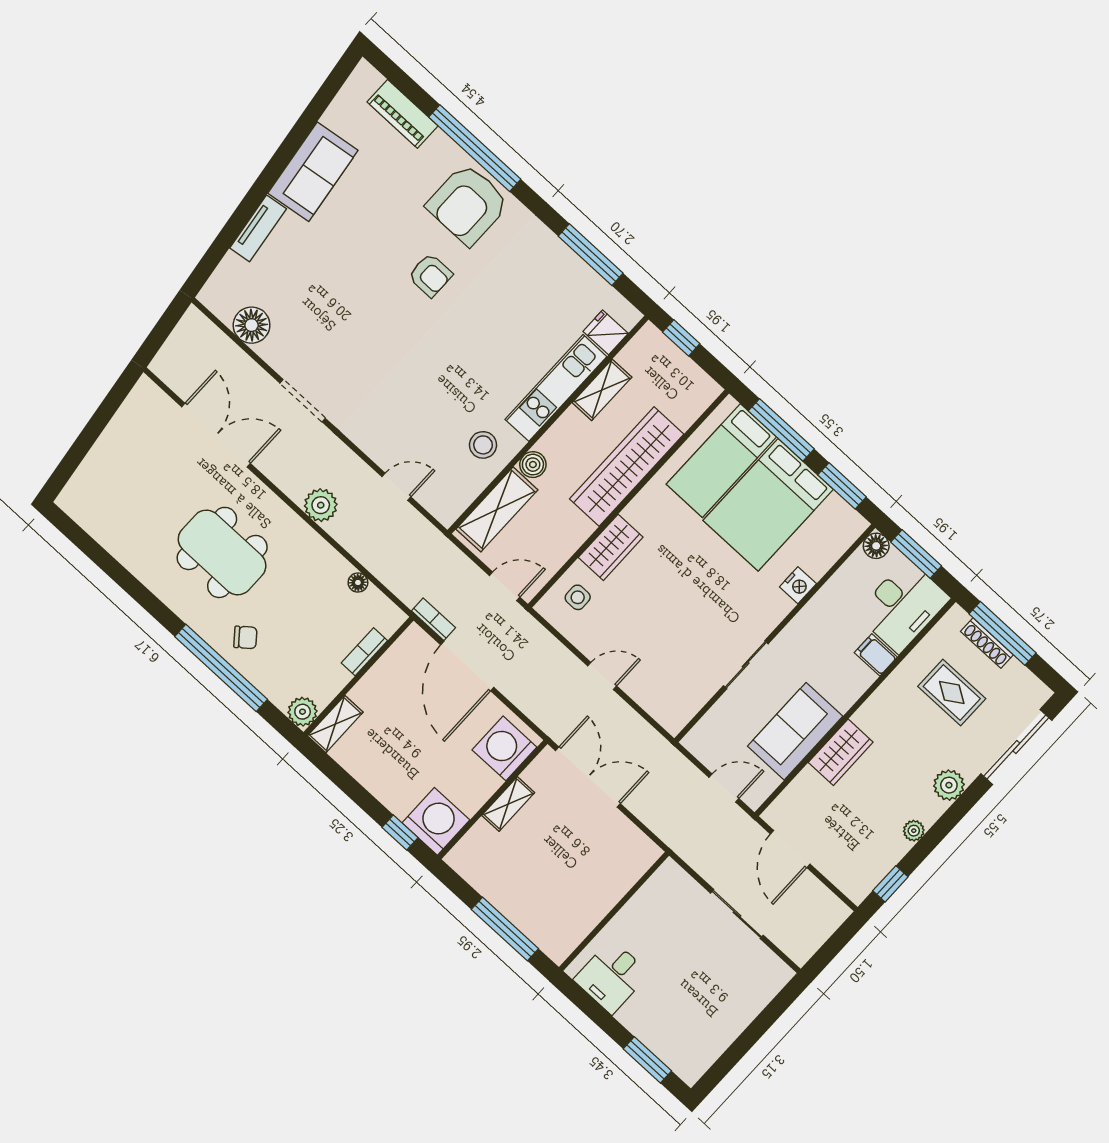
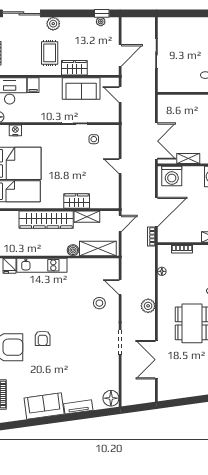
armchair: (430, 275) -> (43, 338), turned 180
floor lamp: (252, 325) -> (111, 398), moved
shelving: (602, 390) -> (87, 217), moved
stool: (483, 445) -> (99, 303), moved
nightstand: (798, 585) -> (15, 130), moved
door: (505, 586) -> (120, 223), swing flipped
side table: (578, 597) -> (94, 139), moved
rug: (952, 693) -> (50, 53), moved
double door: (588, 777) -> (156, 141), swing flipped
plant: (914, 831) -> (101, 22), moved

